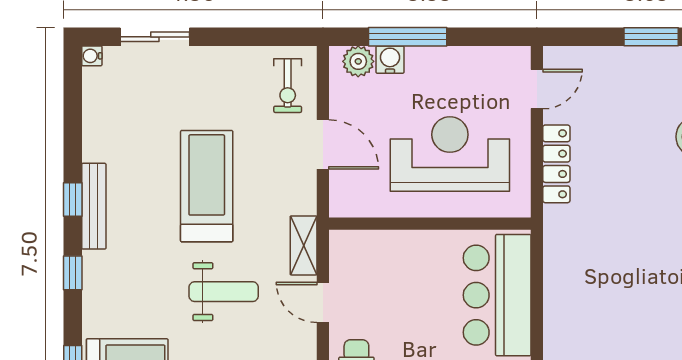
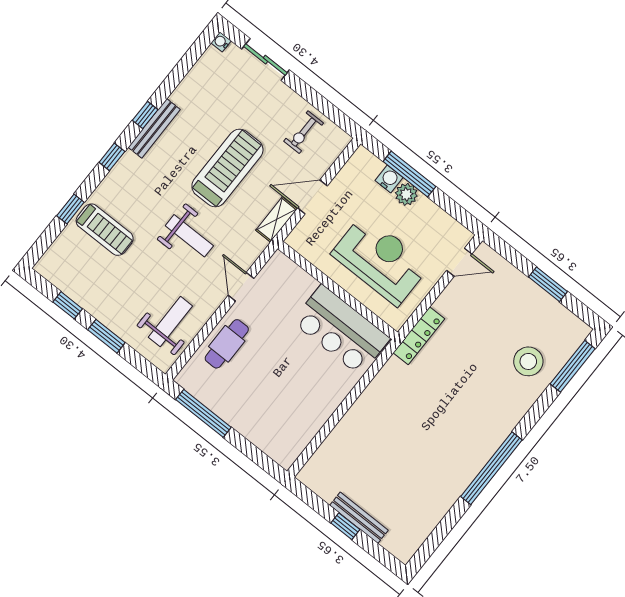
plant: (358, 61) -> (406, 194), moved
exercise bike: (288, 86) -> (304, 132), moved
door: (323, 144) -> (312, 197), swing flipped
locker: (556, 164) -> (419, 336), moved
shelving: (304, 245) -> (277, 219), moved
bar counter: (497, 295) -> (341, 330), moved, turned -90

